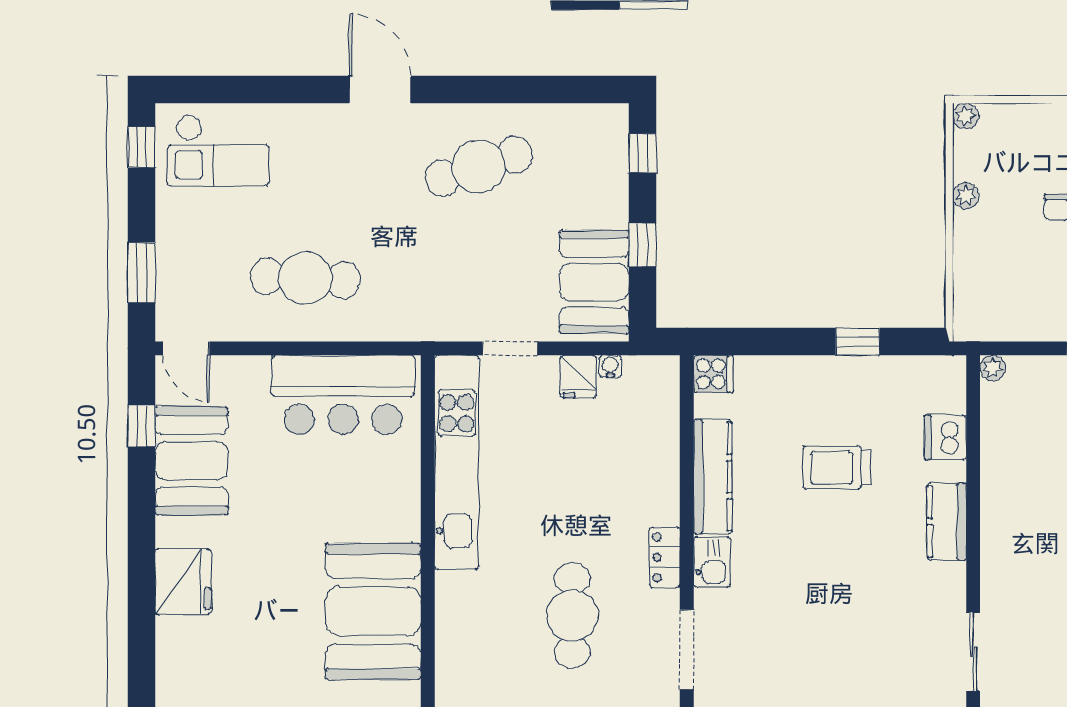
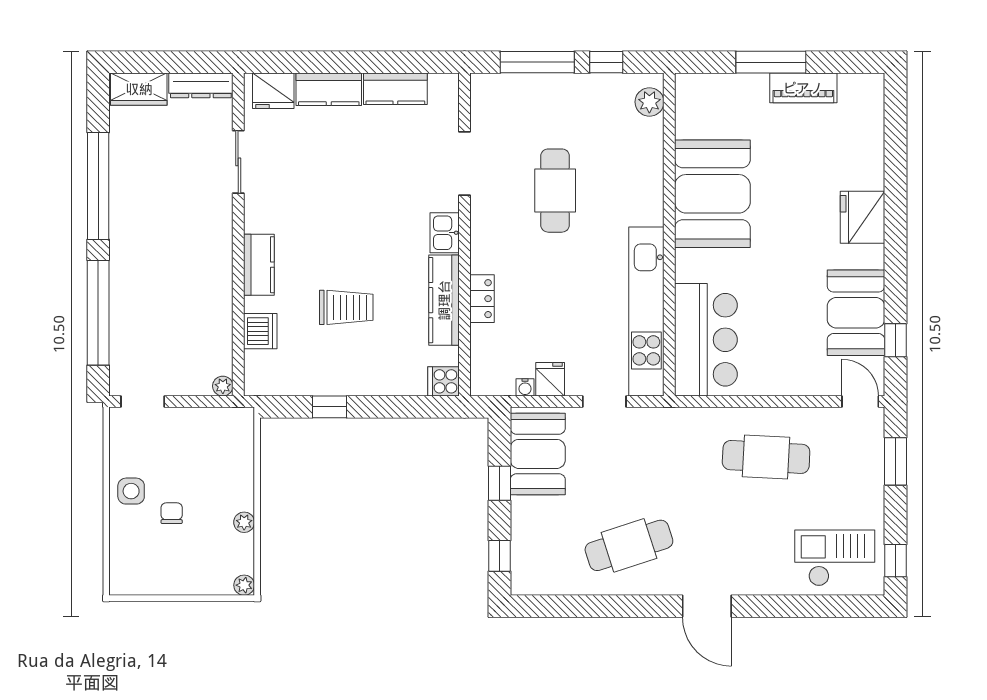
bar counter: (343, 395) -> (706, 340), moved, turned 90
locker: (665, 557) -> (482, 299), moved

